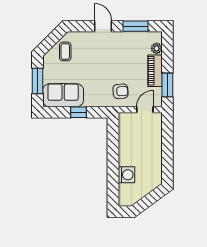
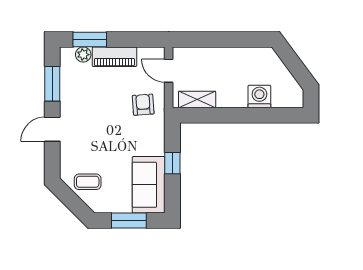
window: (167, 85) -> (90, 39), moved
shelving: (124, 130) -> (197, 99), added

